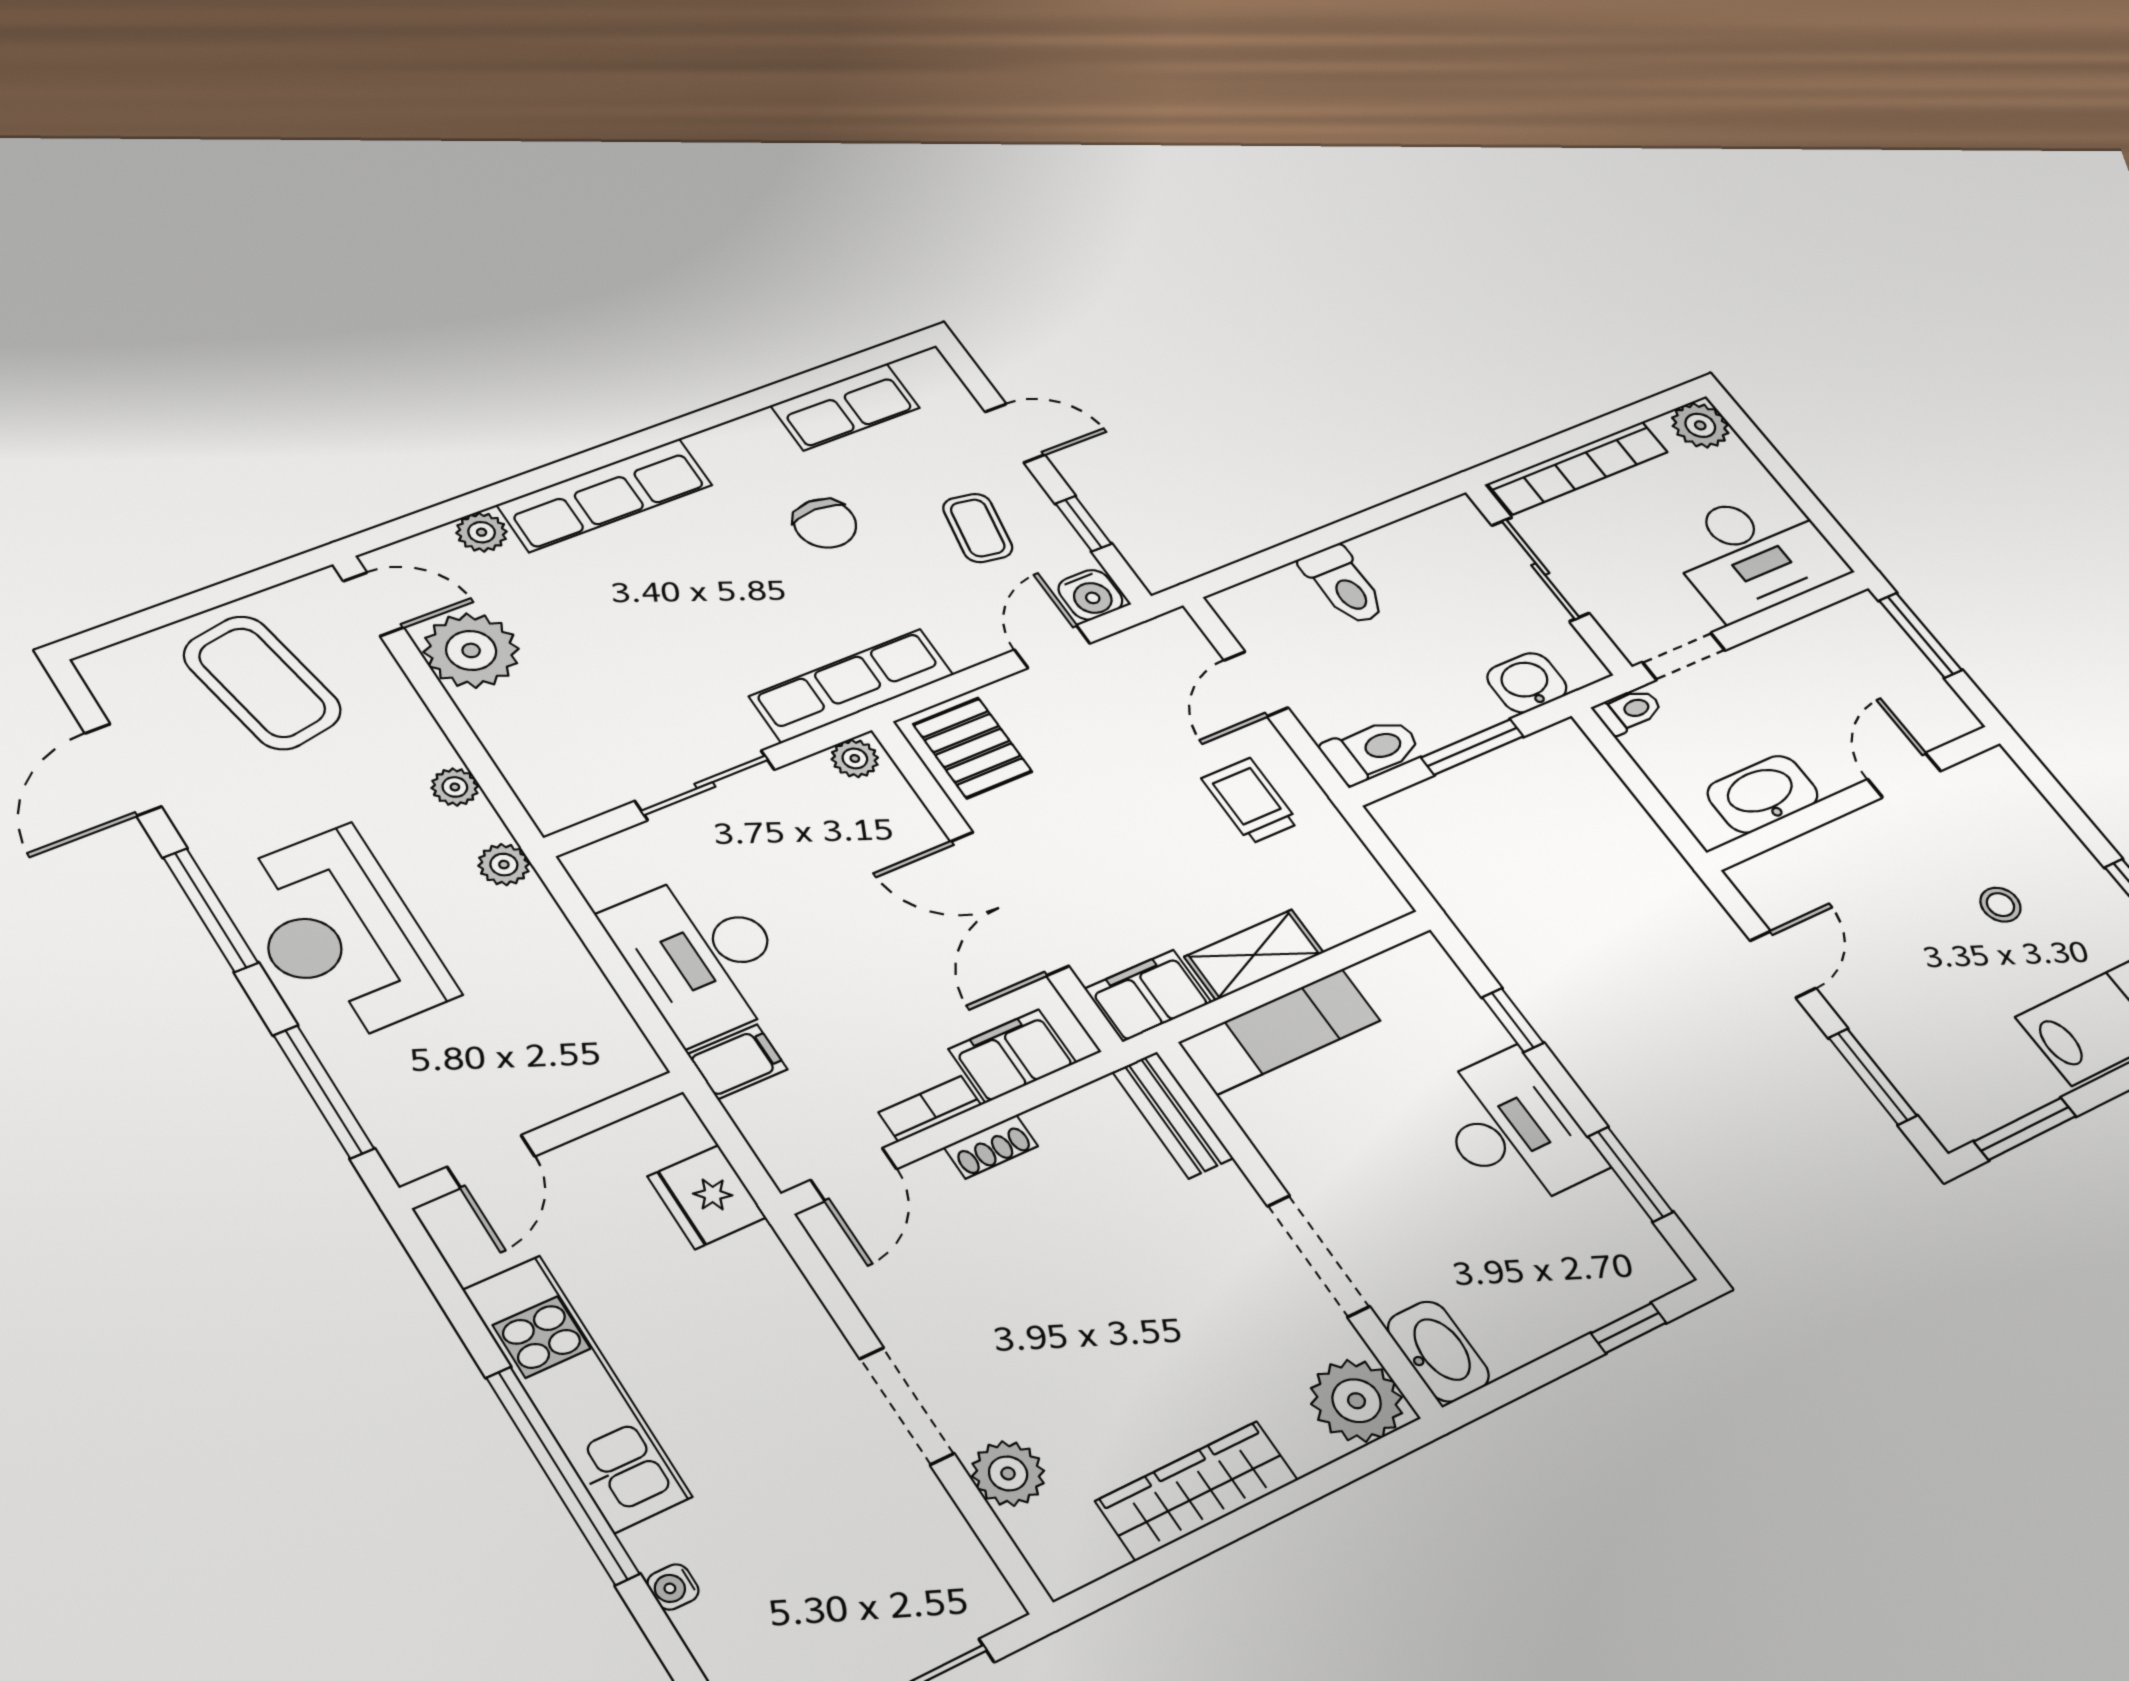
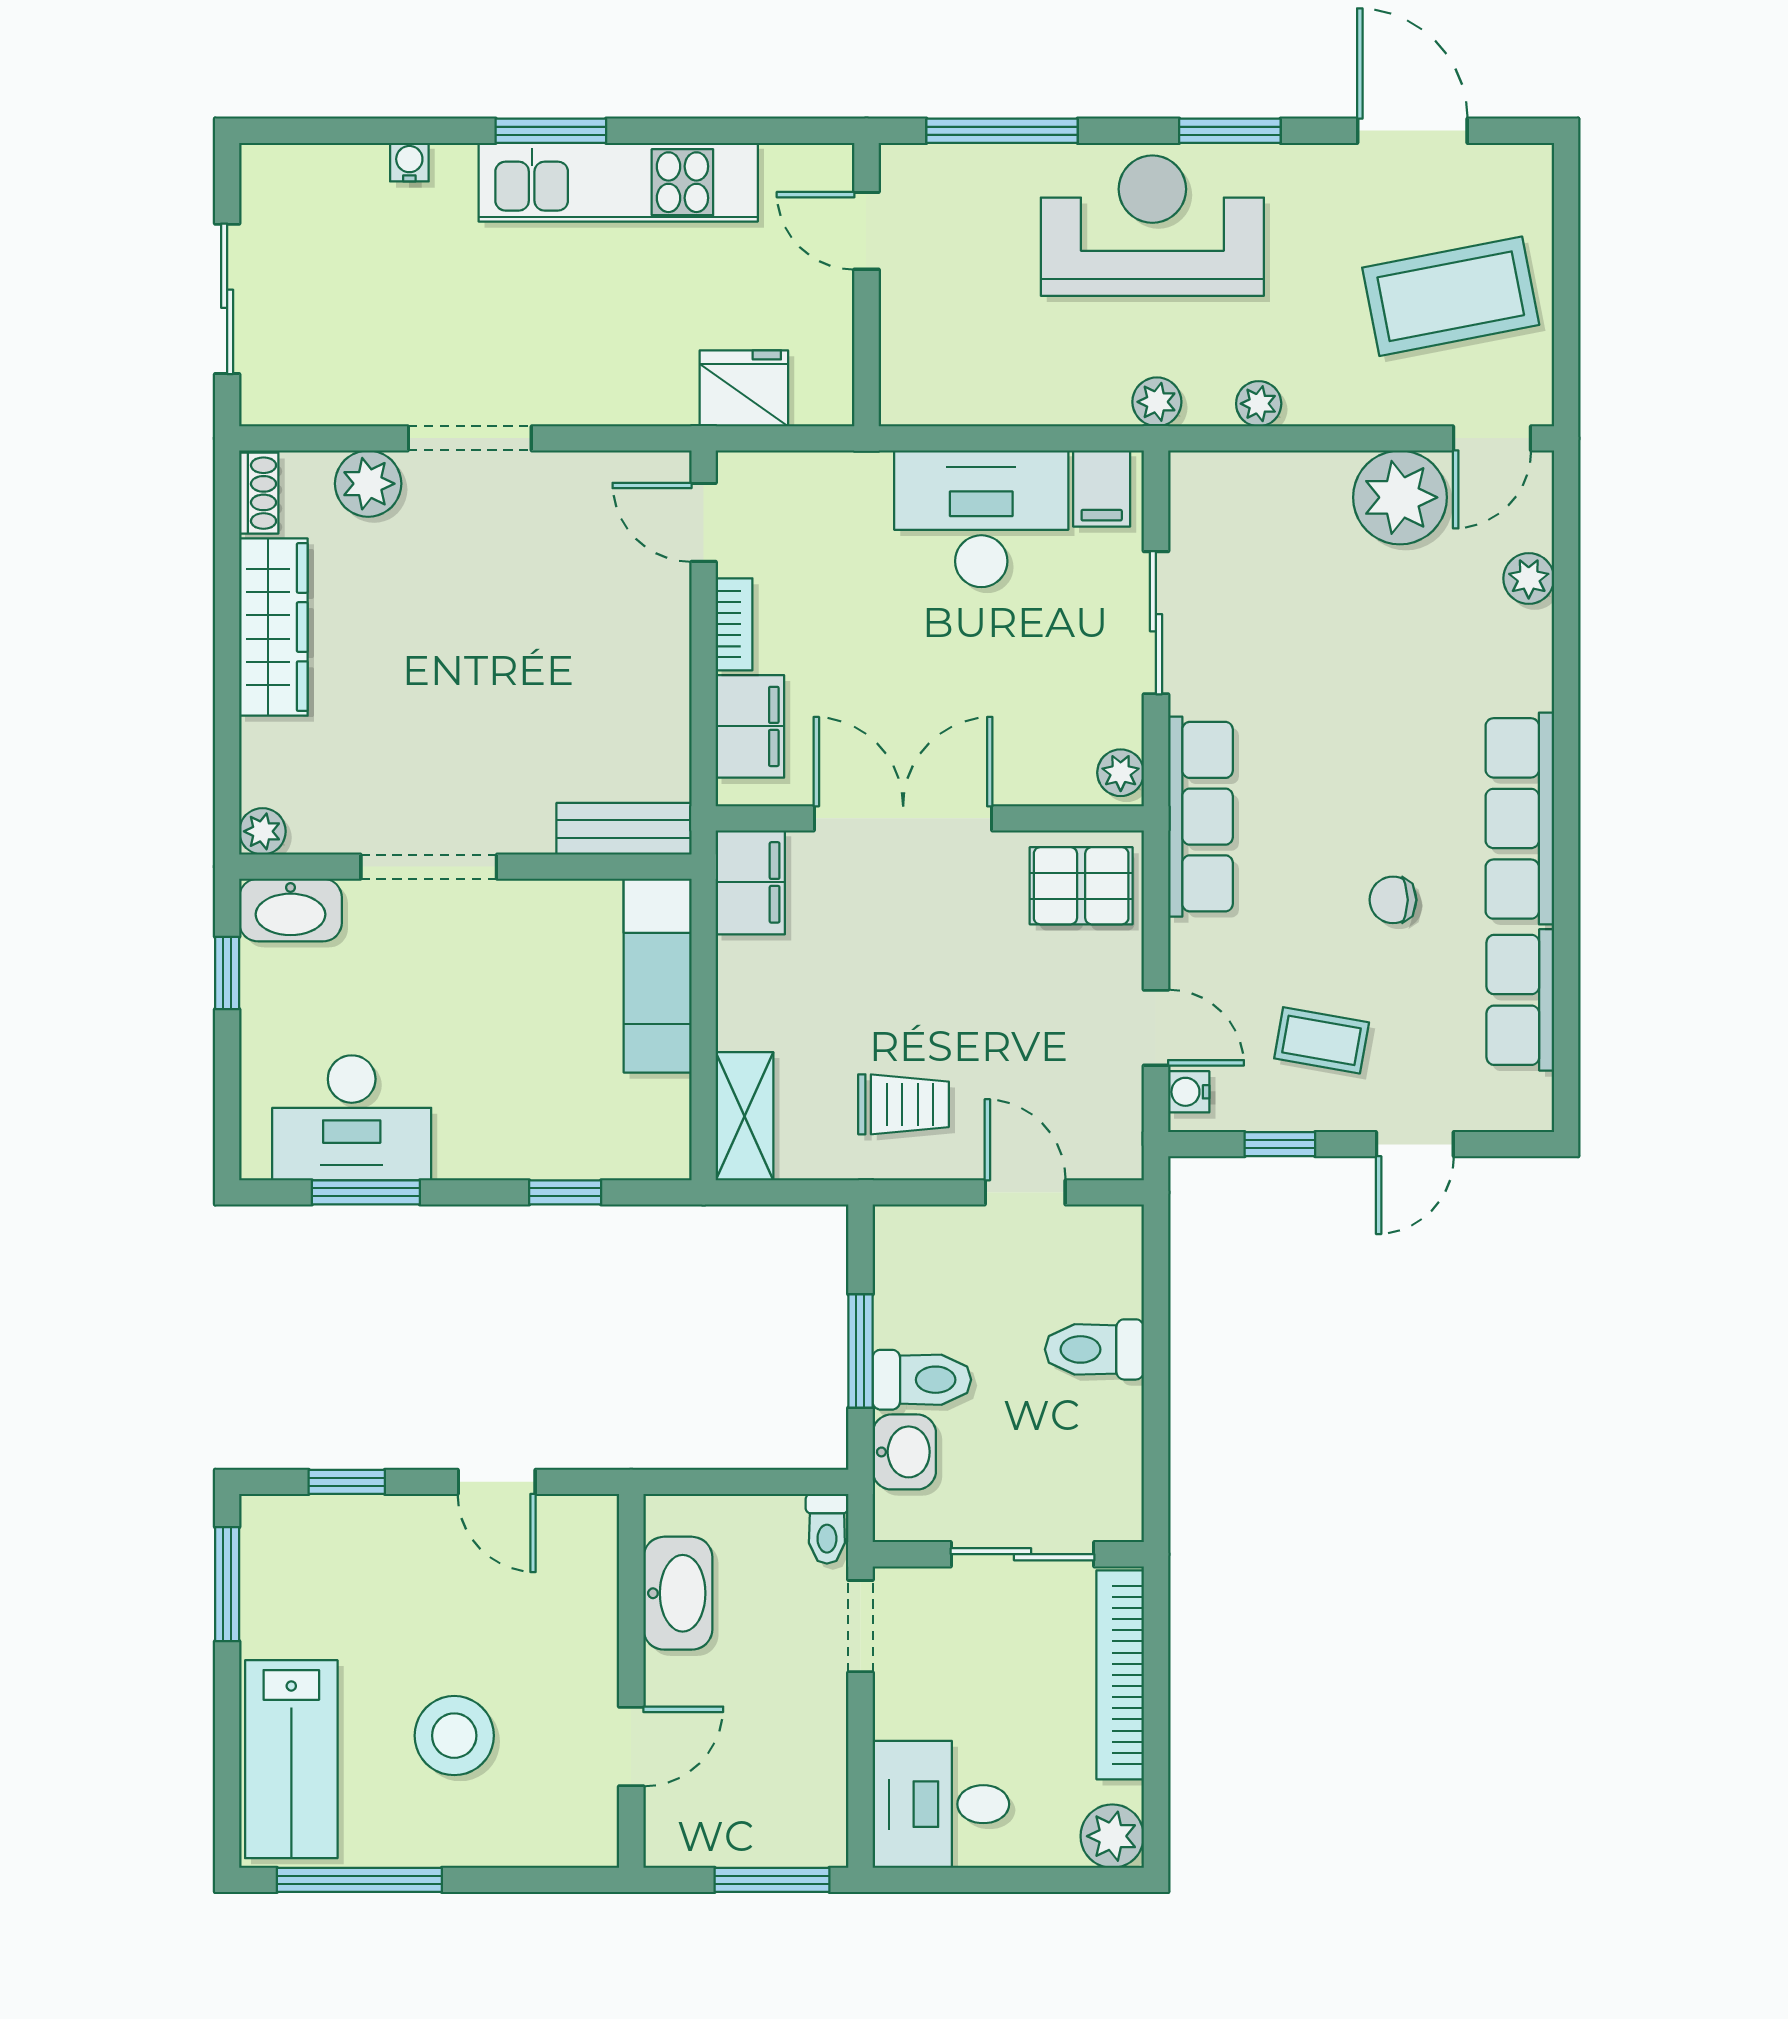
row of seats: (605, 495) -> (1520, 818), moved
chair: (825, 523) -> (1393, 900), width x0.73, depth x0.73
desk: (1753, 554) -> (941, 1804), width x0.73
water cooler: (1090, 595) -> (1189, 1092), width x0.72, depth x0.72
toilet: (1372, 750) -> (922, 1380), moved, turned -90
door: (1904, 775) -> (631, 1747), hinge flipped
stool: (2000, 905) -> (454, 1736), width x1.89, depth x1.89
window: (210, 910) -> (1230, 131), width x0.69
shelving: (1254, 955) -> (745, 1116), moved
filing cabinet: (737, 1062) -> (1102, 489), moved
window: (1873, 1077) -> (347, 1482), width x0.67
desk: (1513, 1130) -> (352, 1118), moved
shoe rack: (991, 1147) -> (259, 493), moved, turned 180
window: (1629, 1328) -> (227, 973), moved
plant: (1357, 1401) -> (262, 831), width x0.53, depth x0.53
window: (562, 1475) -> (551, 131), width x0.47

